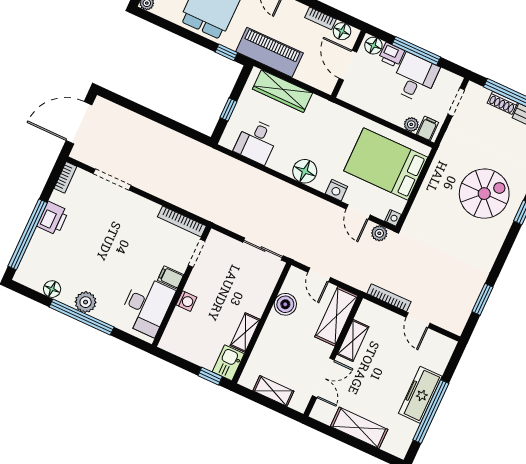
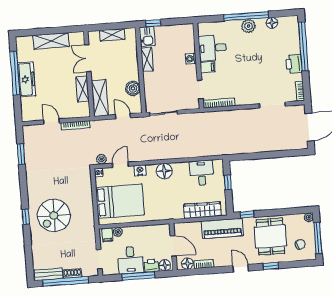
door: (358, 212) -> (120, 165), hinge flipped
desk: (147, 306) -> (212, 48), width x0.73

